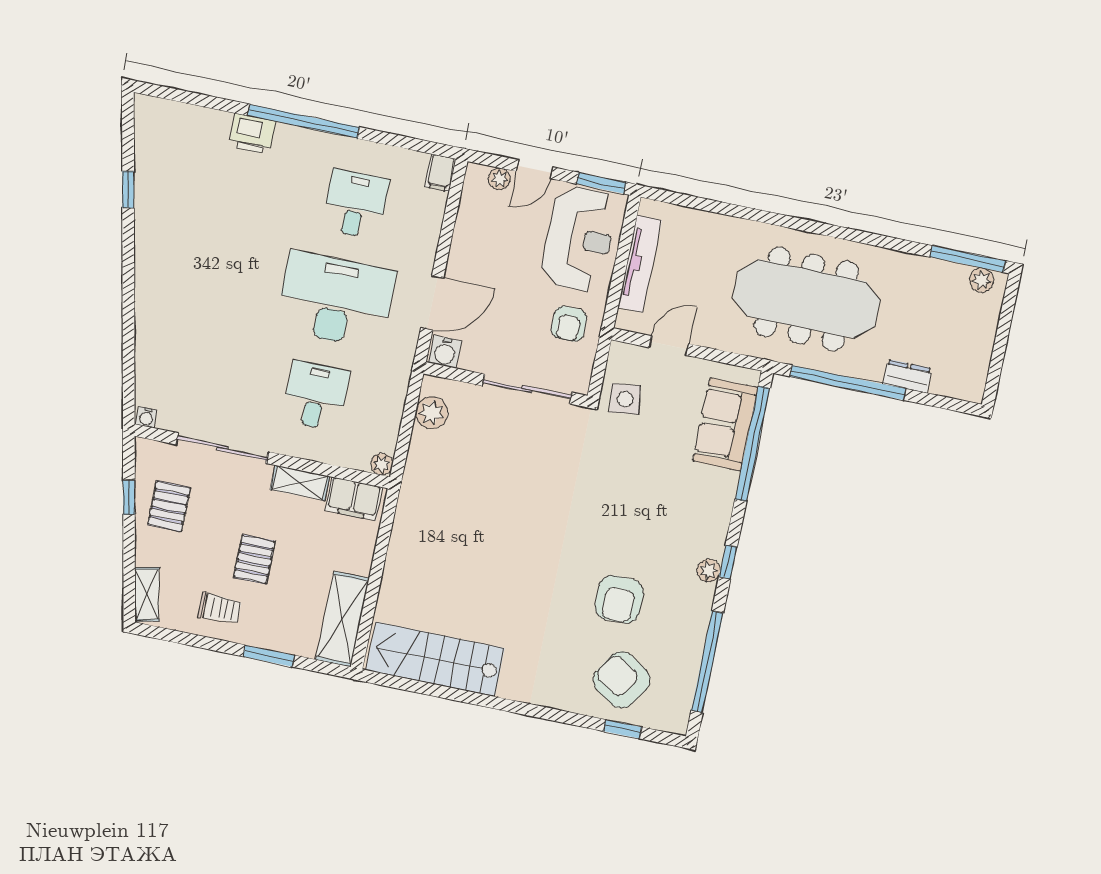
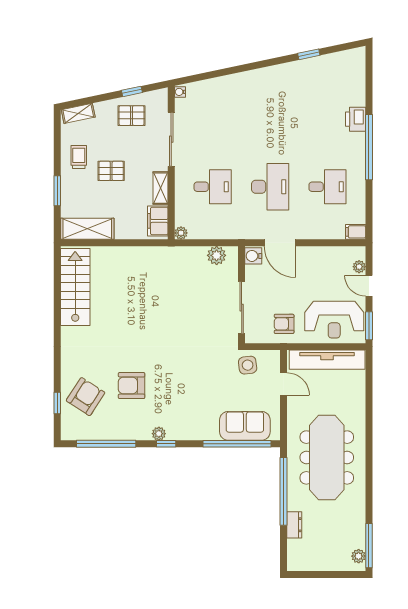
tv unit: (640, 264) -> (327, 360), width x1.36, depth x1.29
desk: (336, 300) -> (270, 187), width x0.73, depth x0.77
trolley: (220, 608) -> (79, 157), turned 180

